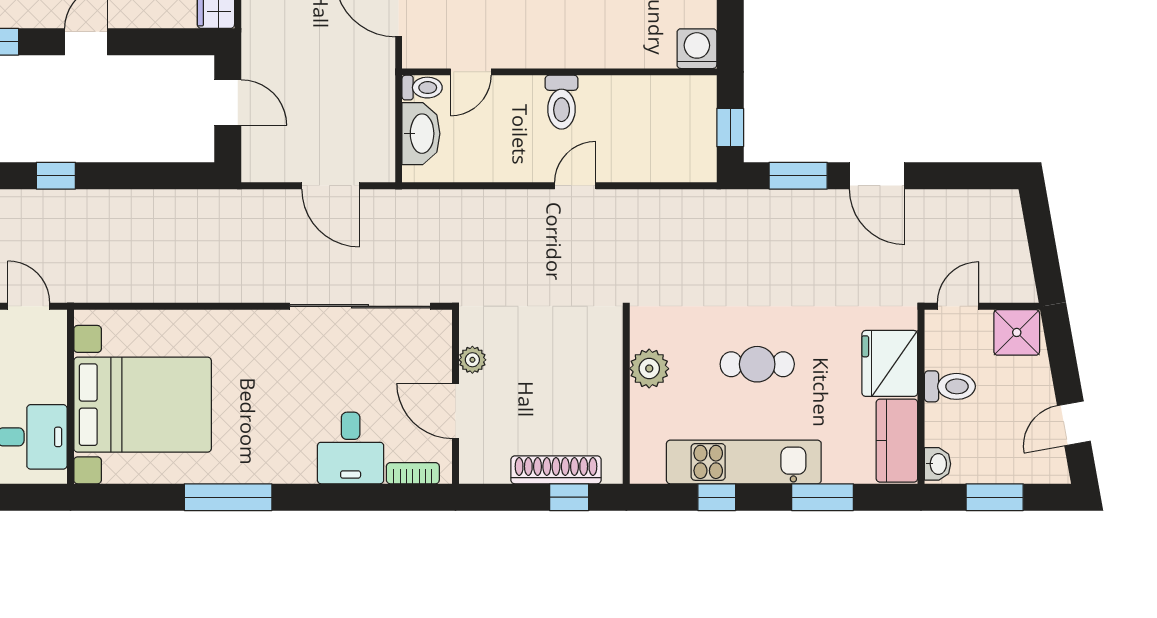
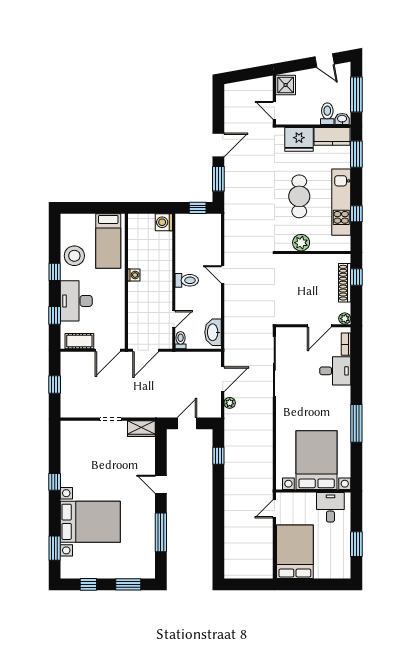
door: (471, 72) -> (174, 319), hinge flipped
washbasin: (421, 134) -> (213, 332), moved, turned -90
window: (56, 176) -> (218, 456), moved
plant: (276, 202) -> (230, 403), added
plant: (472, 360) -> (345, 319), moved
cafe table: (757, 364) -> (299, 196), width x1.37, depth x1.35
toilet: (950, 386) -> (327, 114), moved
window: (822, 497) -> (356, 154), moved
window: (995, 497) -> (356, 94), width x1.44

